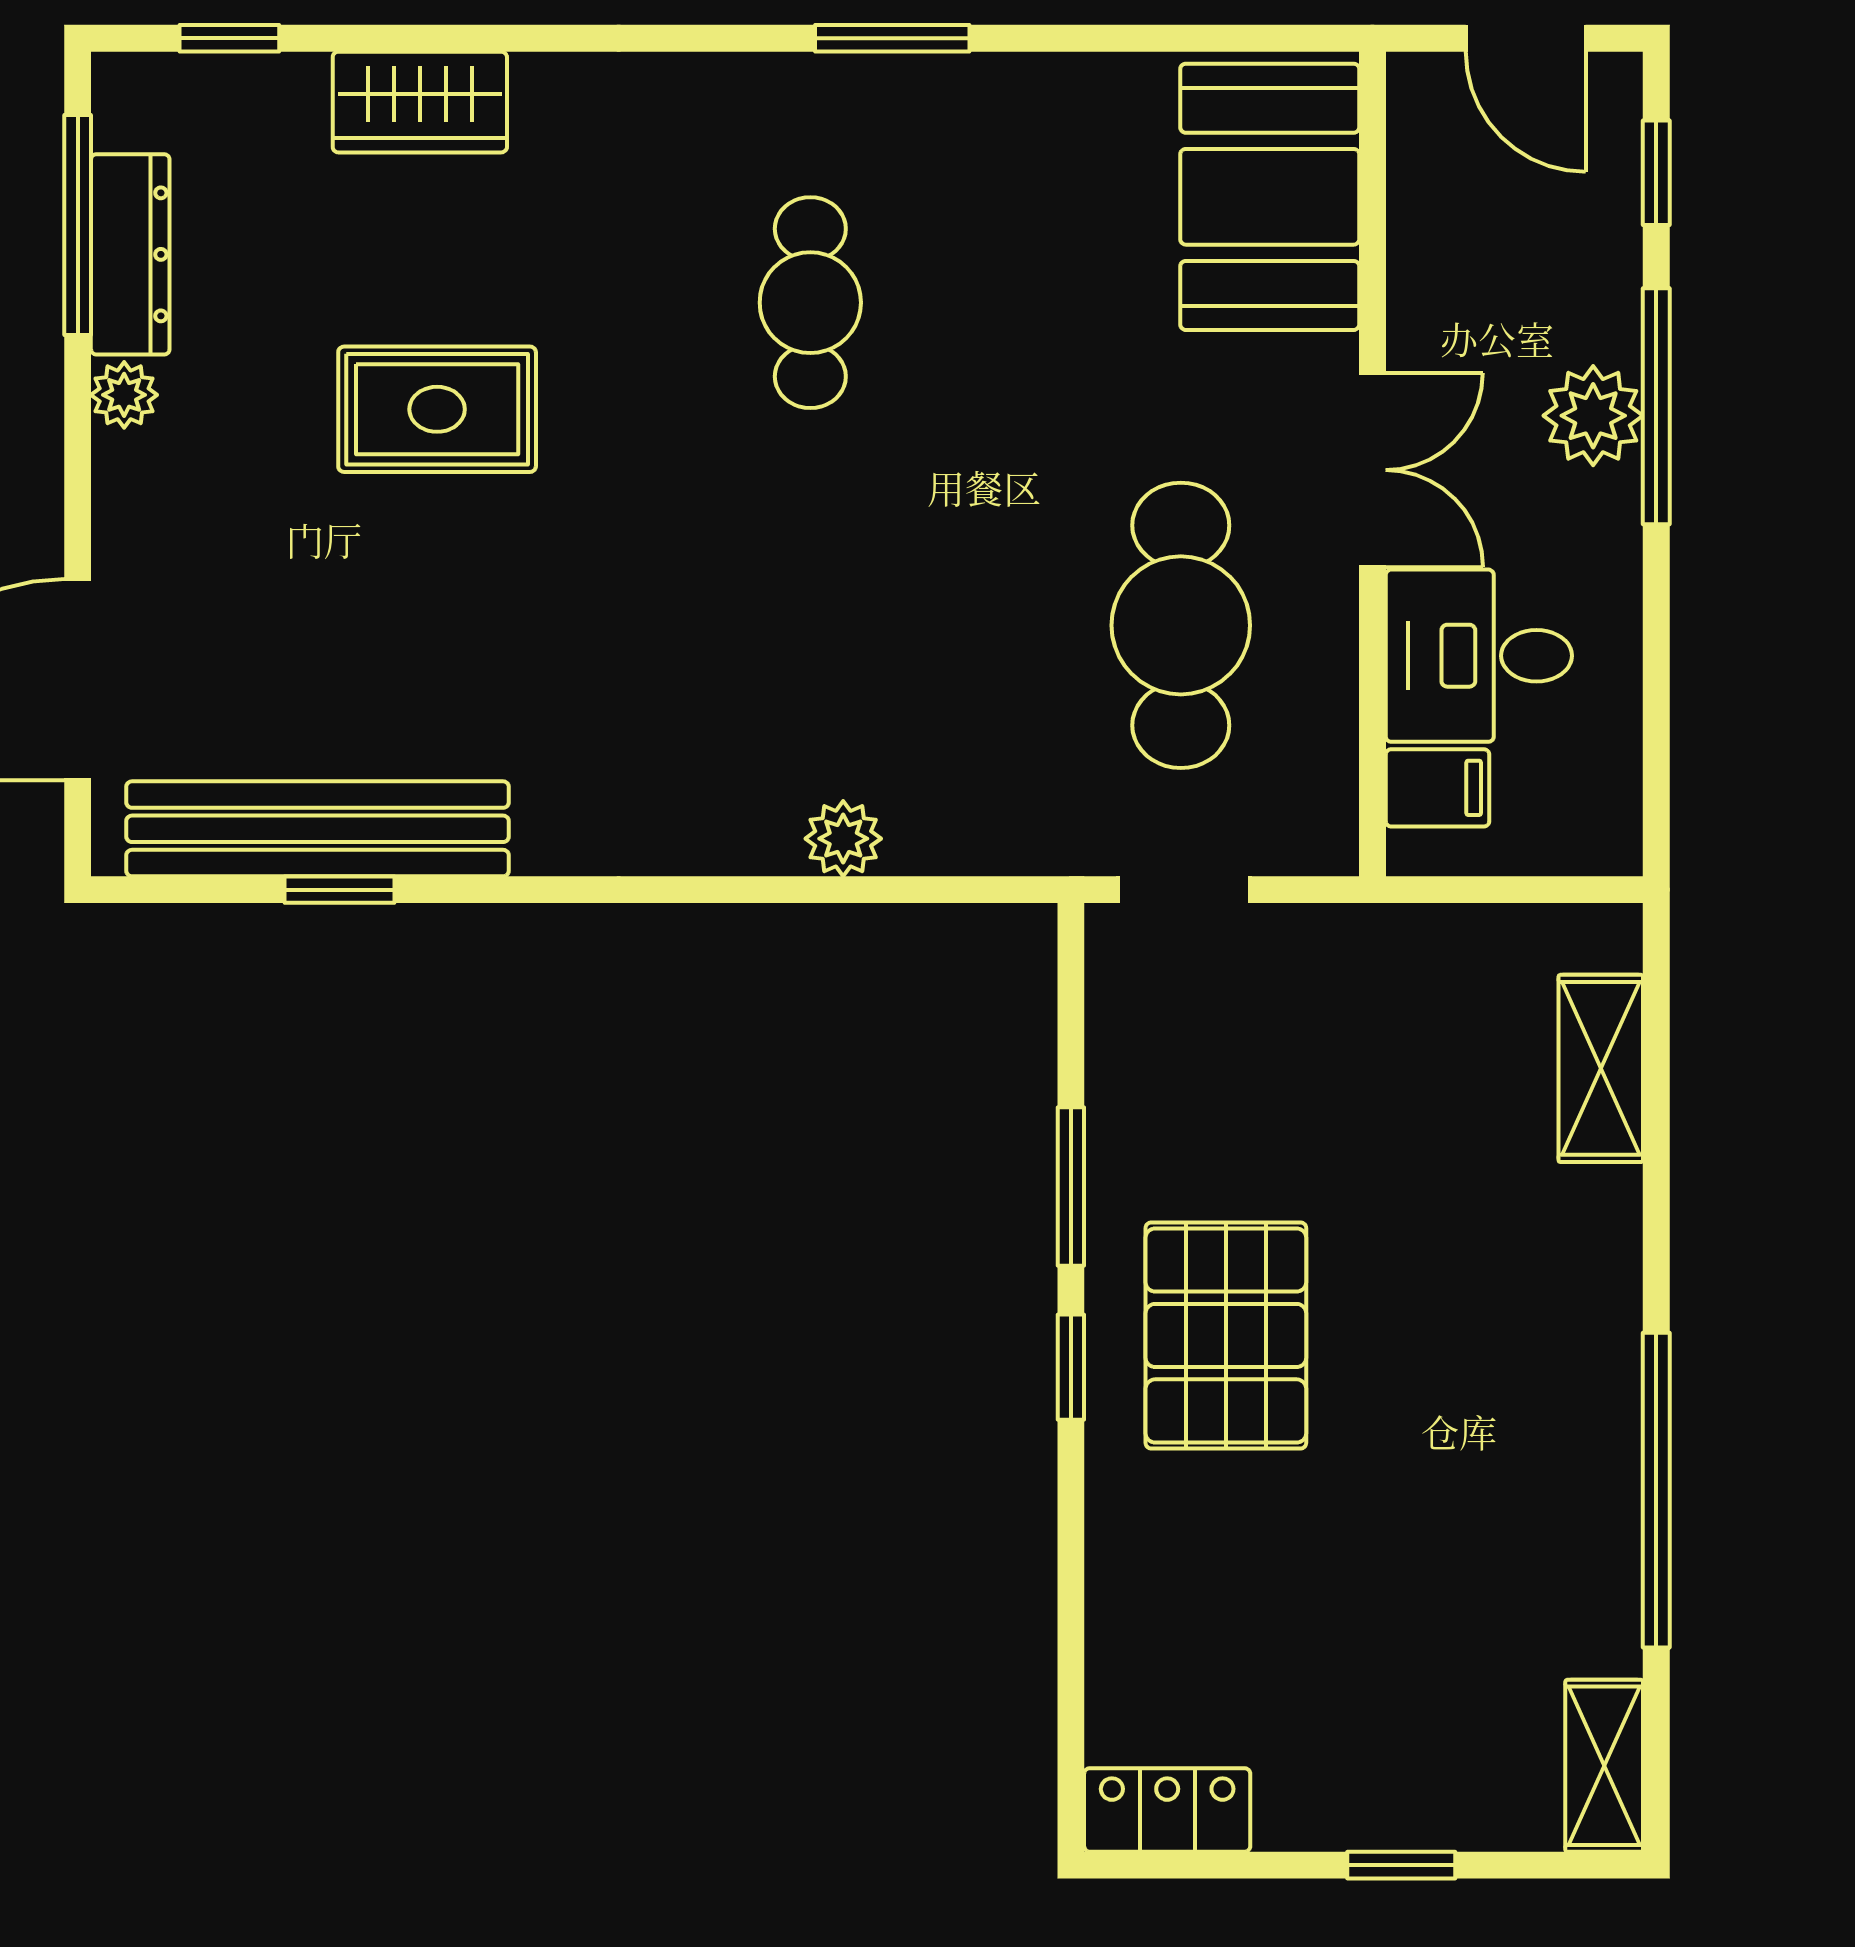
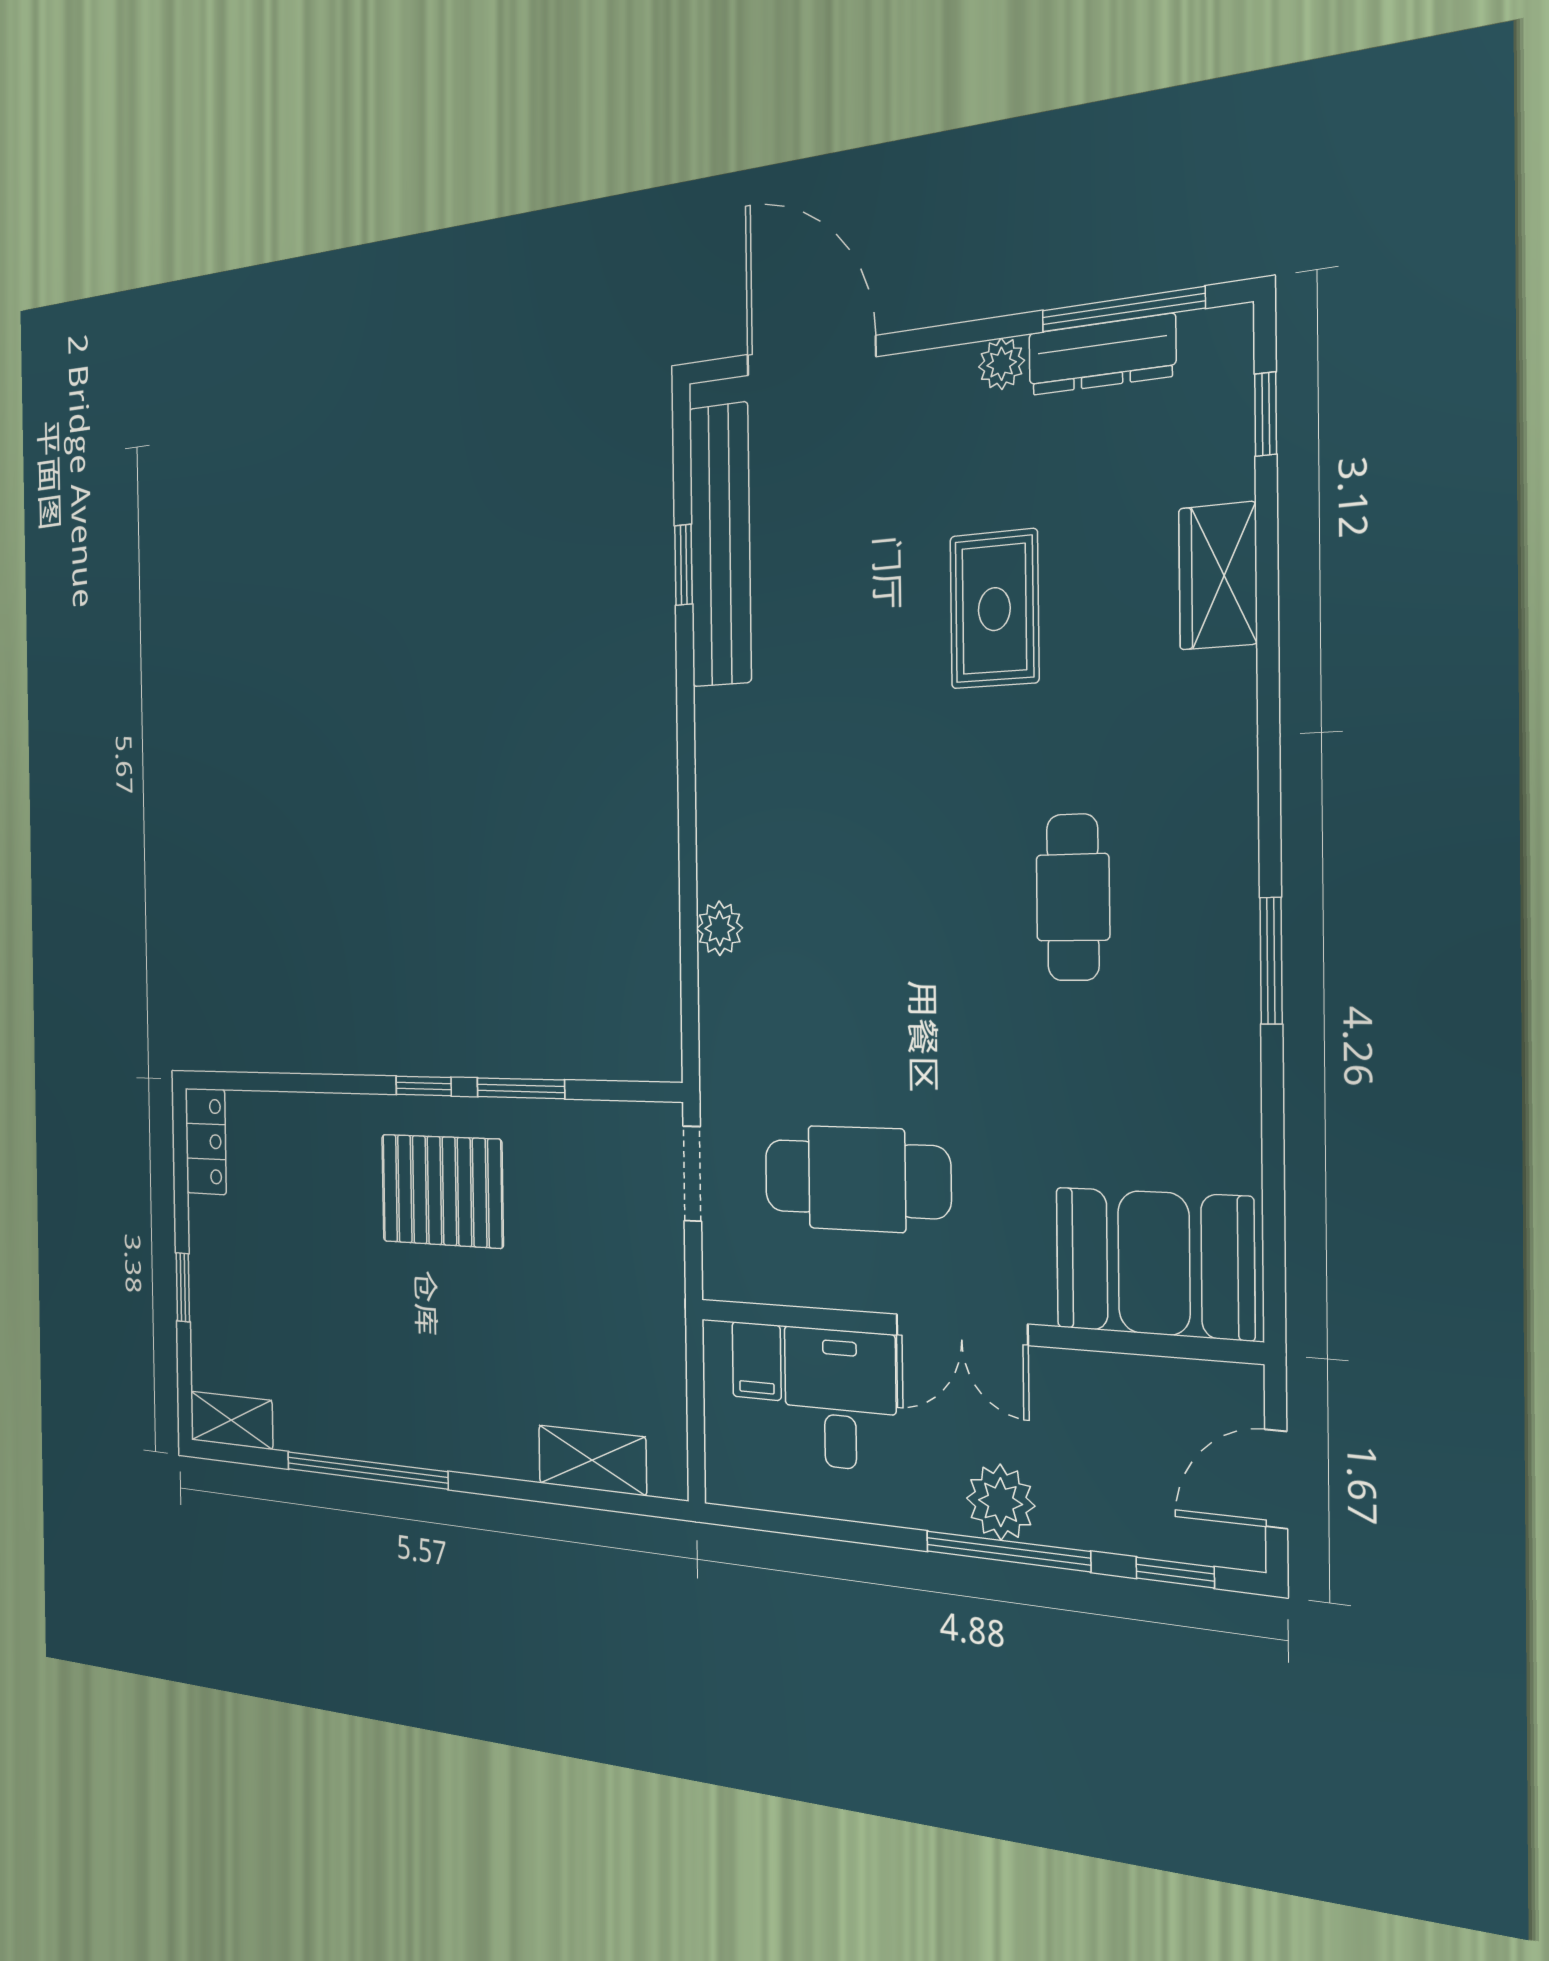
cafe table: (810, 303) -> (1073, 897), turned 90

